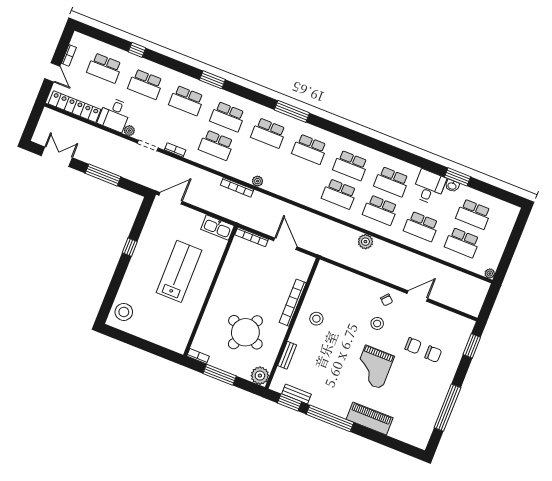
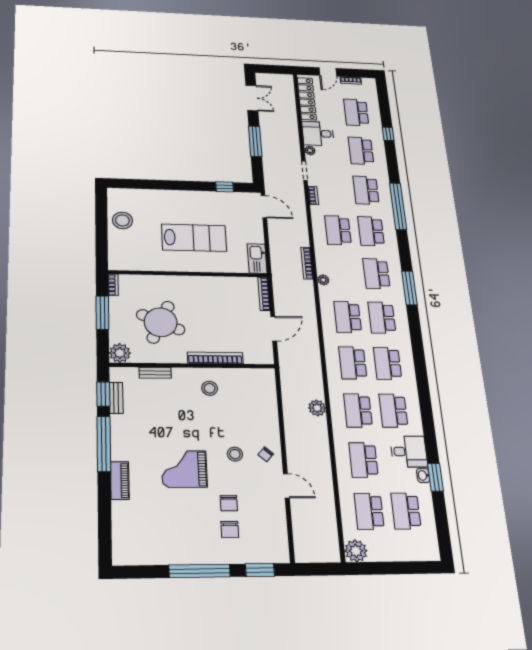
window: (212, 80) -> (398, 206), width x2.11
school desk: (298, 178) -> (348, 317), added
window: (130, 247) -> (225, 187), moved
plant: (490, 273) -> (356, 551), width x1.88, depth x1.88
stool: (124, 312) -> (122, 220), moved
window: (447, 408) -> (200, 571), moved
piano: (370, 419) -> (120, 480), width x0.73, depth x0.75

